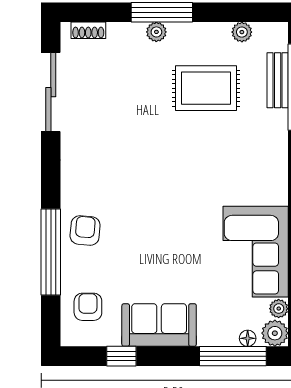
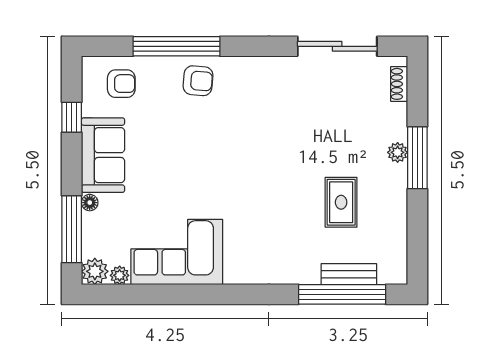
plant: (242, 32) -> (397, 238), removed
rug: (206, 88) -> (341, 202), width x0.73, depth x0.70
floor lamp: (248, 338) -> (90, 203), moved

